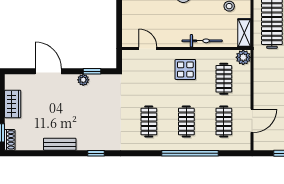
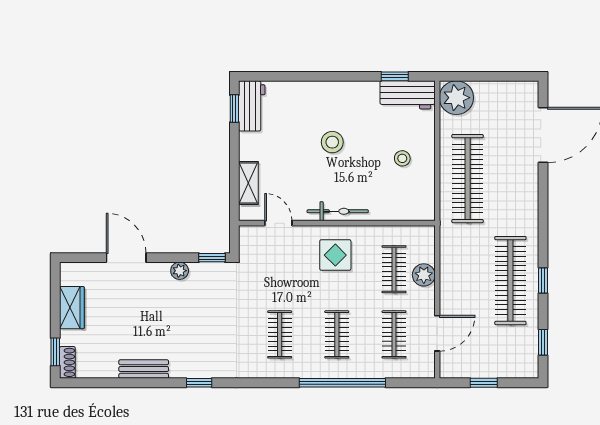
shelving: (244, 33) -> (248, 183), moved
bicycle: (202, 41) -> (338, 211), moved
plant: (243, 57) -> (424, 275), moved
window: (92, 71) -> (212, 258), moved

